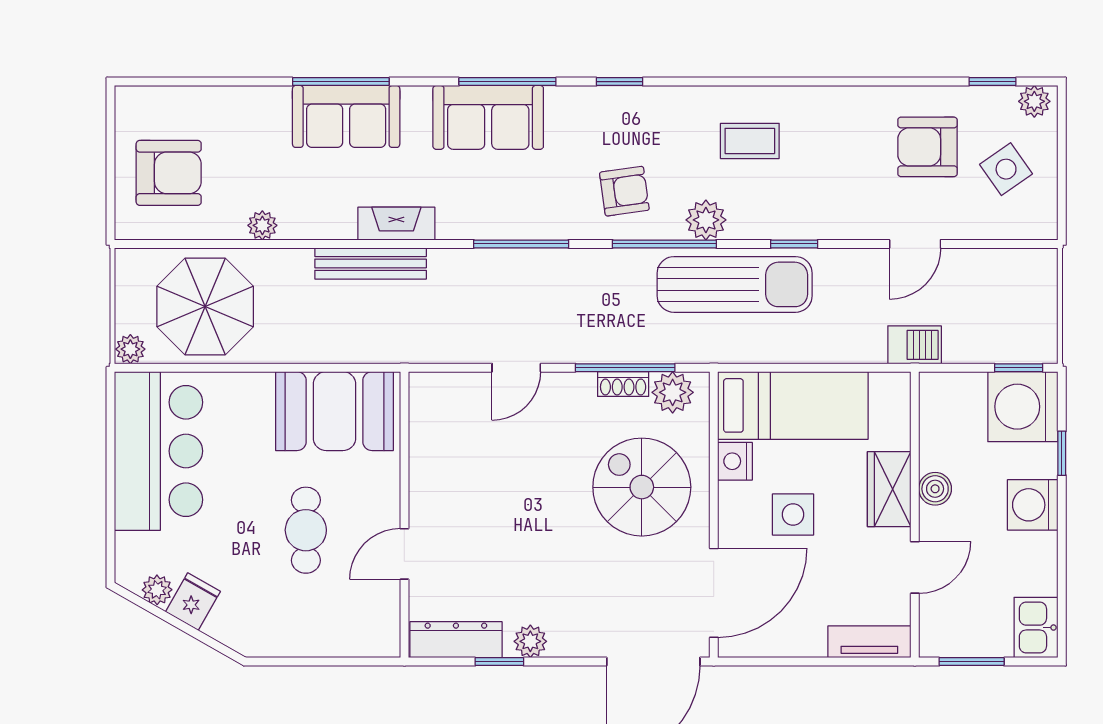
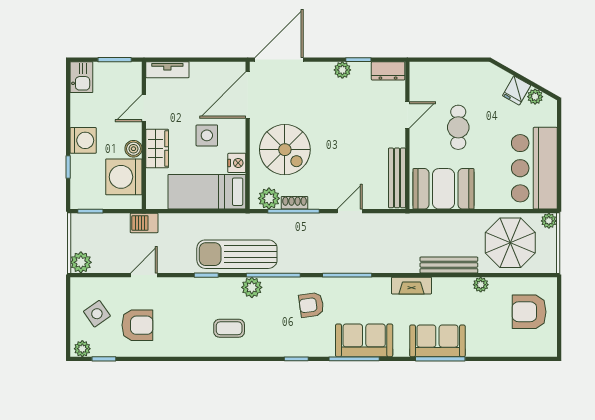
armchair: (624, 191) -> (311, 305), moved
bench: (371, 263) -> (449, 265), moved
plant: (1037, 269) -> (81, 262), added
washing machine: (1023, 407) -> (124, 177), moved, turned 180
bench: (425, 432) -> (397, 178), added
dresser: (456, 640) -> (388, 71), width x0.70

